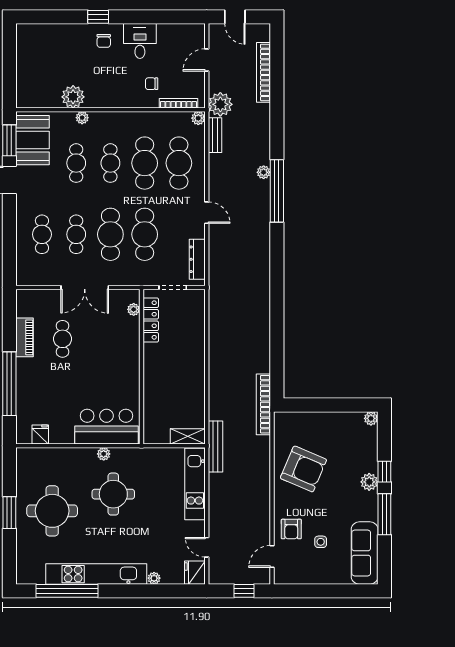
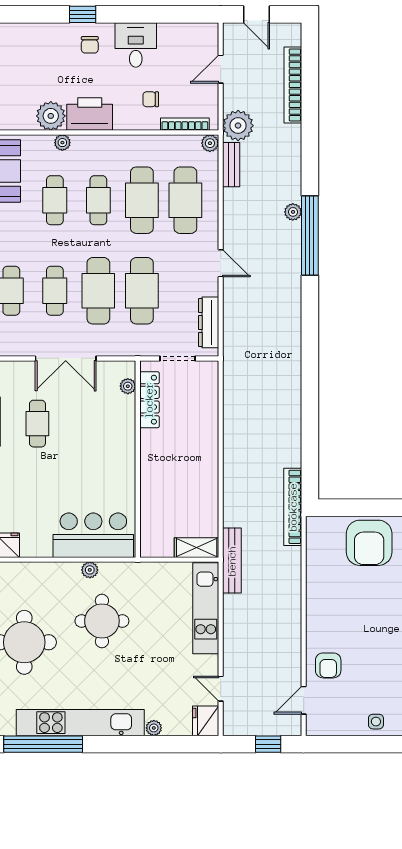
printer: (104, 95) -> (90, 114), added
armchair: (303, 469) -> (369, 543), moved, turned 67
side table: (321, 542) -> (376, 722), moved

